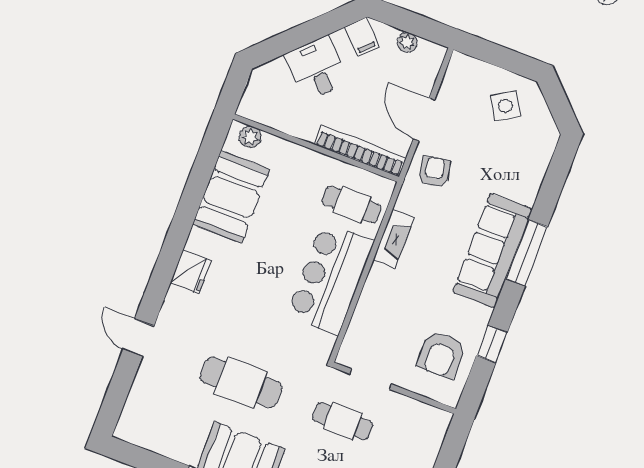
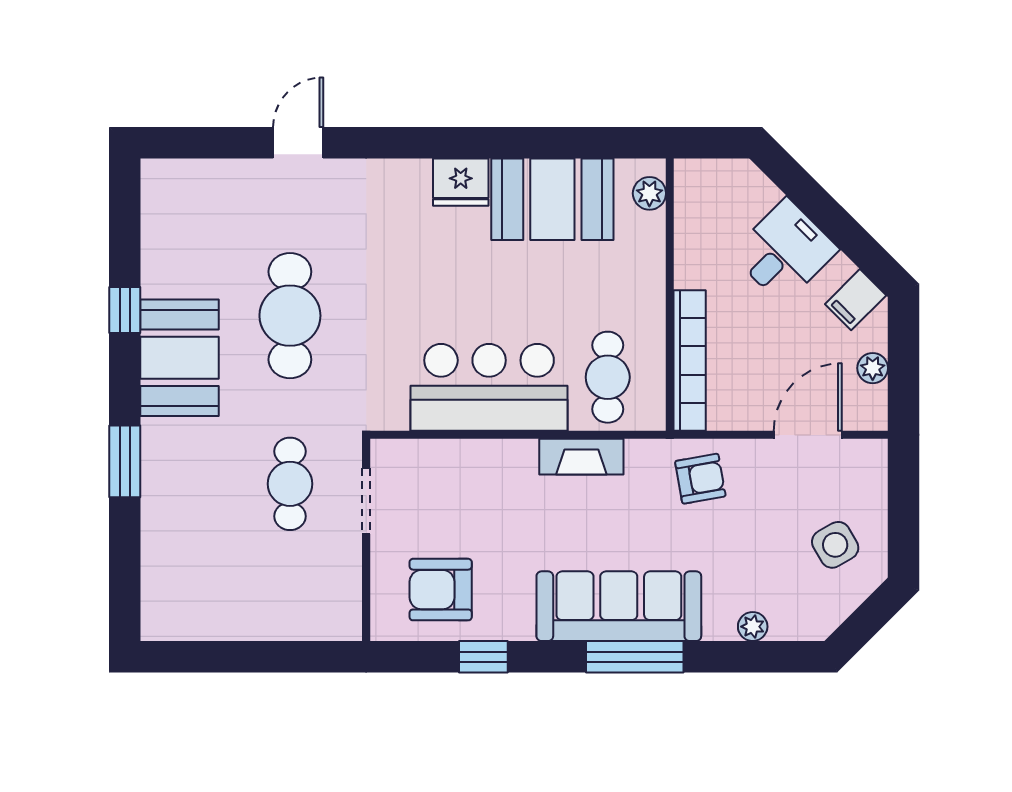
door: (424, 120) -> (808, 435), moved
plant: (536, 174) -> (753, 627), added
fridge: (191, 272) -> (461, 182), moved

